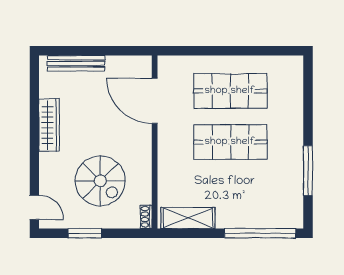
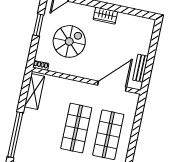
bench: (76, 63) -> (140, 68), moved, width x0.73
wardrobe: (49, 125) -> (105, 16), width x0.67
spiral stairs: (100, 181) -> (69, 41), turned 180

